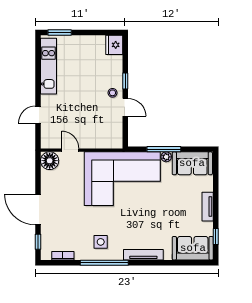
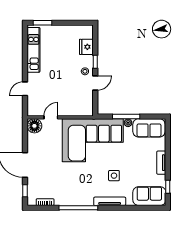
fridge: (114, 45) -> (86, 47), moved
door: (125, 107) -> (95, 83), hinge flipped
door: (70, 150) -> (51, 117), hinge flipped
side table: (101, 242) -> (114, 176), moved

